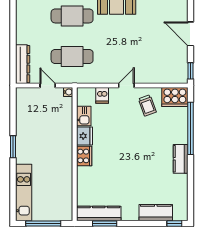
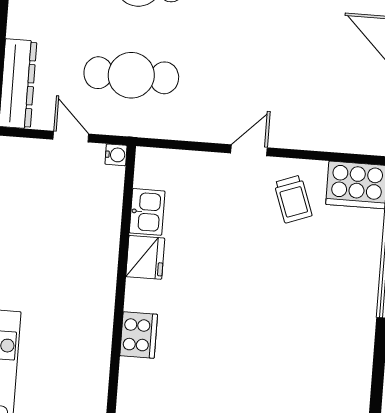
dishwasher: (102, 95) -> (192, 169), removed
cooker: (84, 156) -> (139, 335), moved
kitchen counter: (181, 159) -> (359, 326), removed

